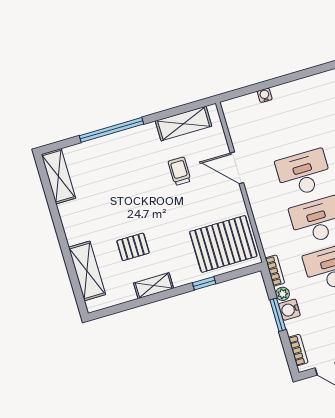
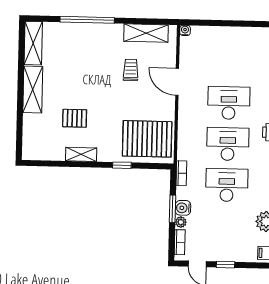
water cooler: (265, 95) -> (185, 30), moved
shelving: (87, 271) -> (33, 90), moved
plant: (283, 294) -> (181, 222), moved

